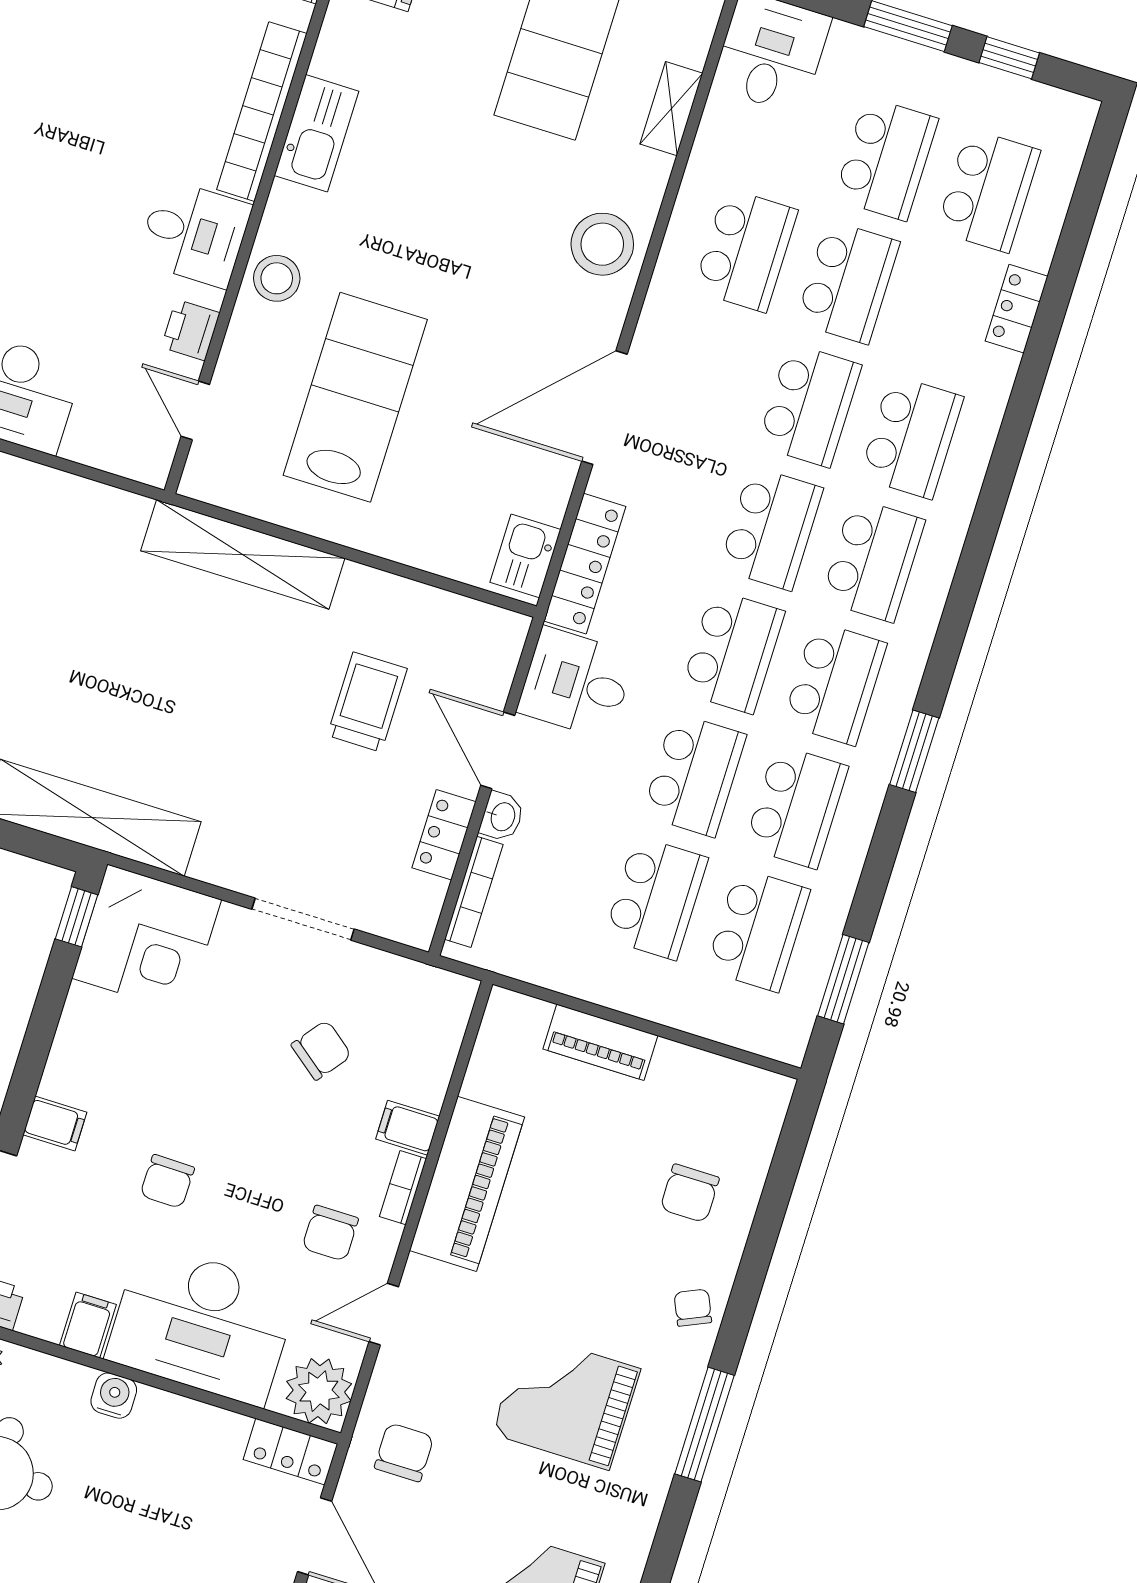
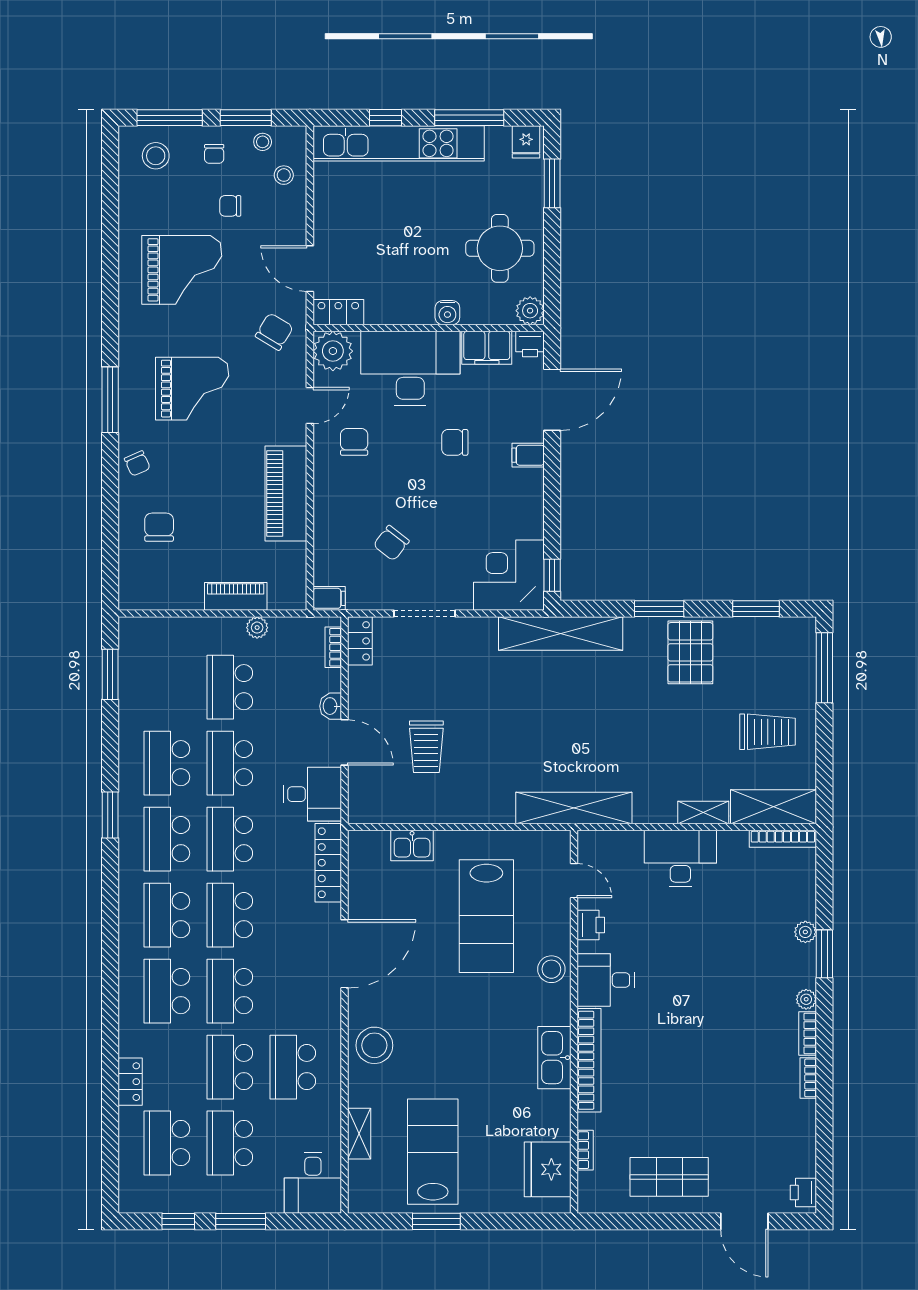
shelving: (243, 554) -> (574, 808), moved
kitchen sink: (525, 556) -> (412, 846), moved, turned 90
locker: (444, 835) -> (360, 641), moved
bookcase: (474, 892) -> (333, 647), width x0.64
school desk: (758, 930) -> (167, 687), removed
plant: (581, 981) -> (257, 628), added
filing cabinet: (408, 1128) -> (329, 598), moved
chair: (167, 1181) -> (455, 442), turned -91
bookcase: (403, 1188) -> (321, 480), removed
filing cabinet: (88, 1325) -> (487, 348), width x2.00
chair: (404, 1452) -> (274, 332), turned -149

